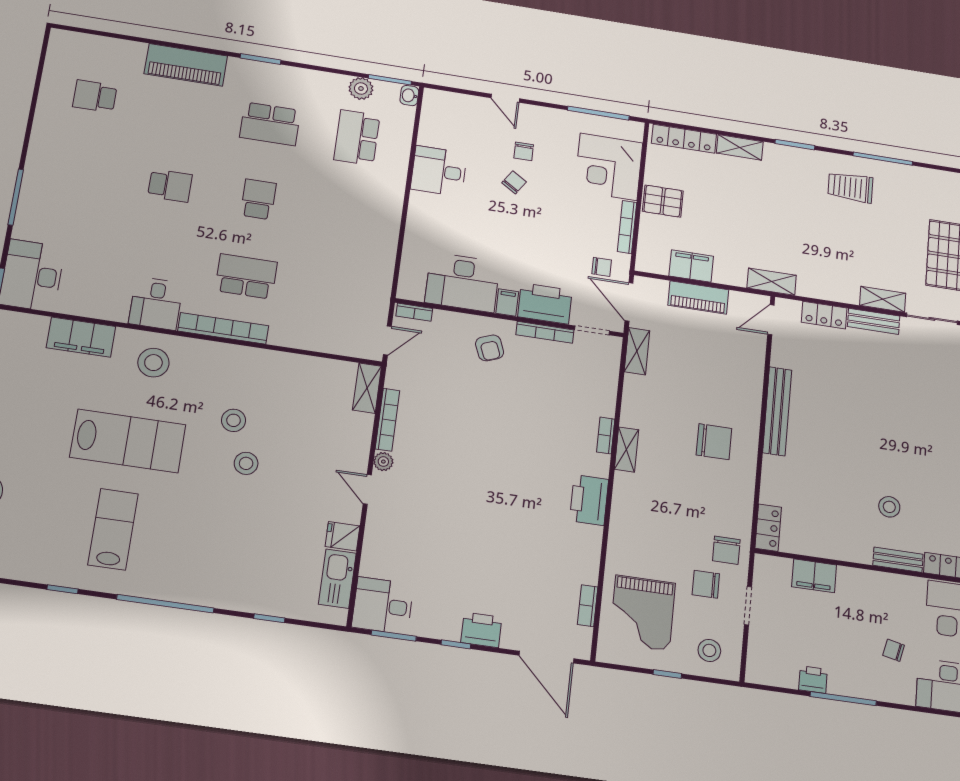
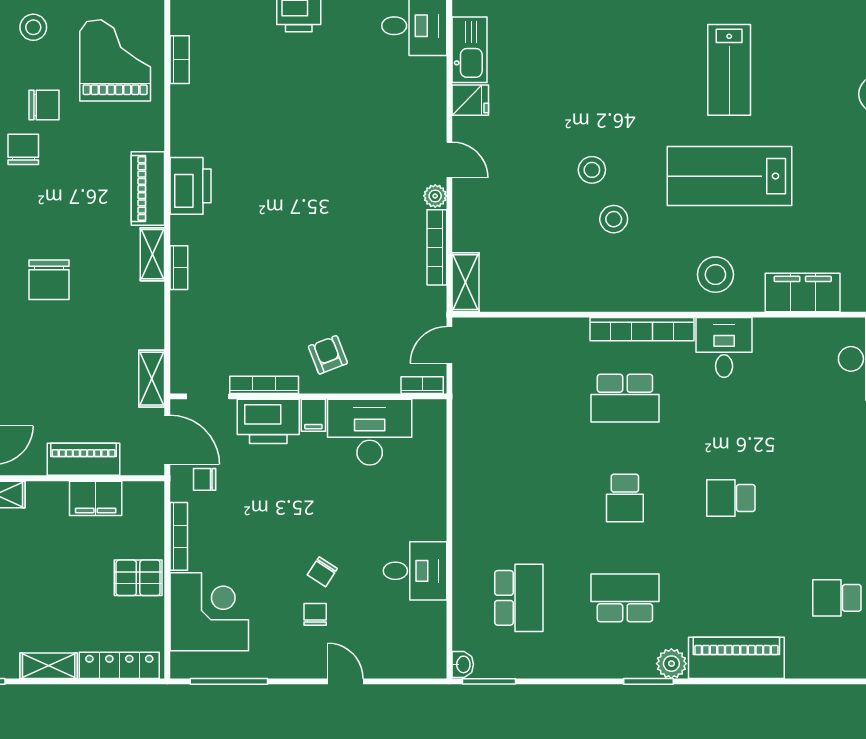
plant: (361, 88) -> (671, 664), moved
school desk: (95, 96) -> (837, 598), turned 180
chair: (714, 442) -> (49, 280), turned -90
piano: (625, 503) -> (148, 189), added

